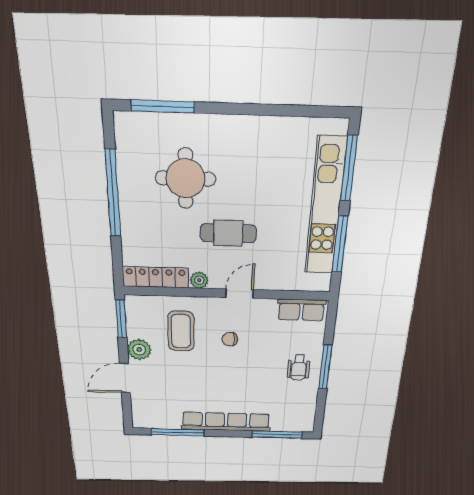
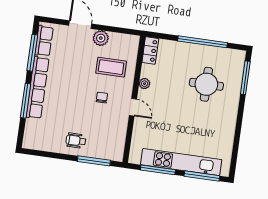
cafe table: (228, 233) -> (172, 105), removed
locker: (156, 277) -> (150, 50), width x0.66
row of seats: (301, 310) -> (44, 41), moved, turned 180
window: (121, 319) -> (124, 31), removed
window: (325, 367) -> (94, 161), moved
window: (277, 435) -> (26, 101), moved

